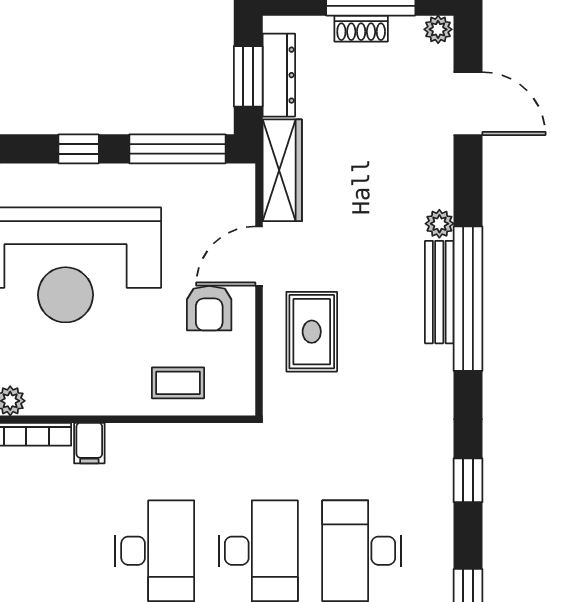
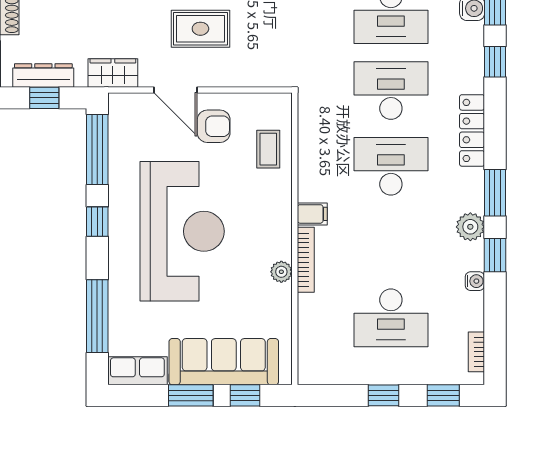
window: (248, 76) -> (44, 98), width x0.67
wardrobe: (282, 170) -> (113, 73), width x0.67
rug: (312, 332) -> (200, 29), moved

